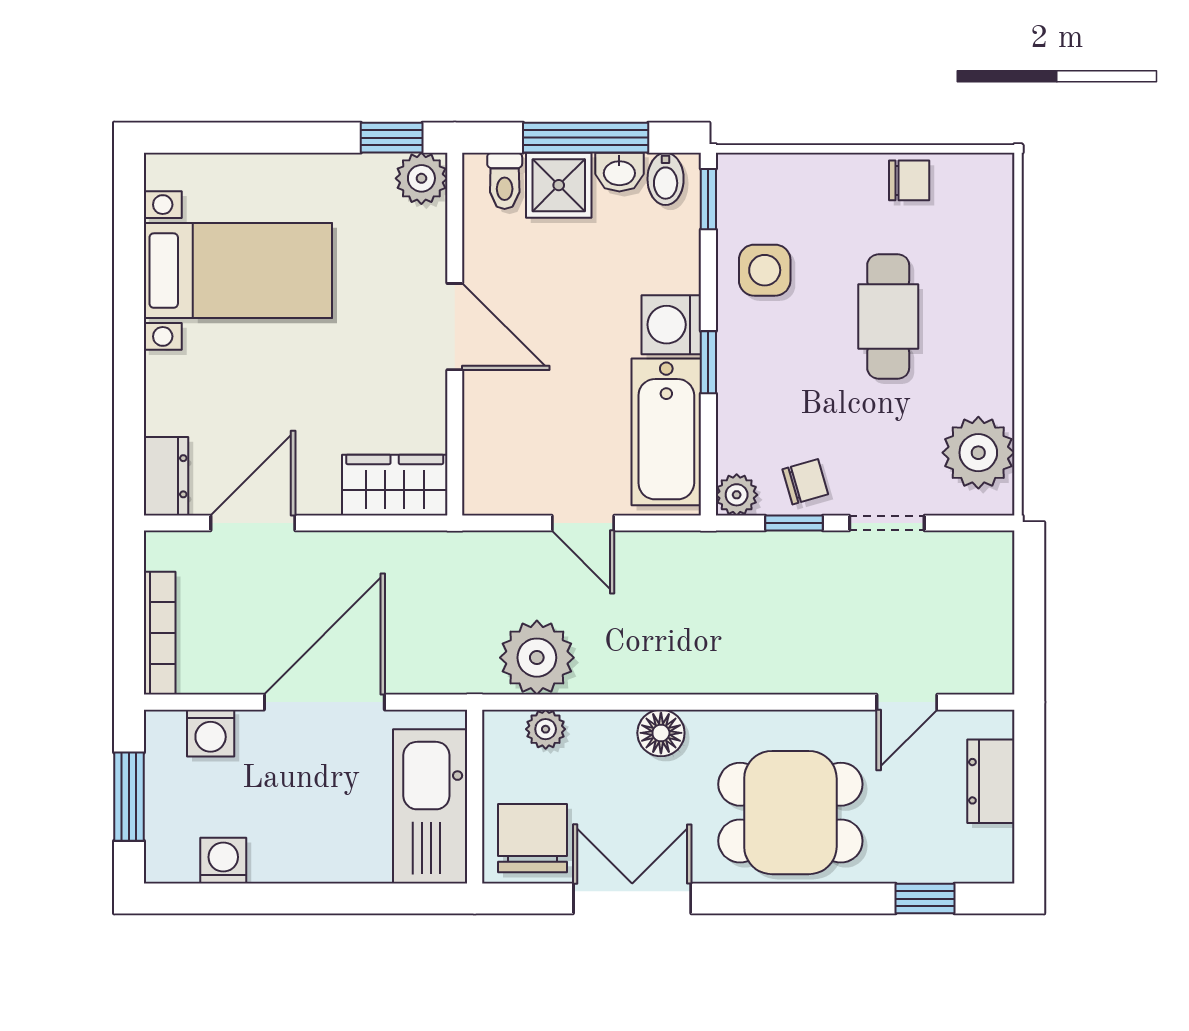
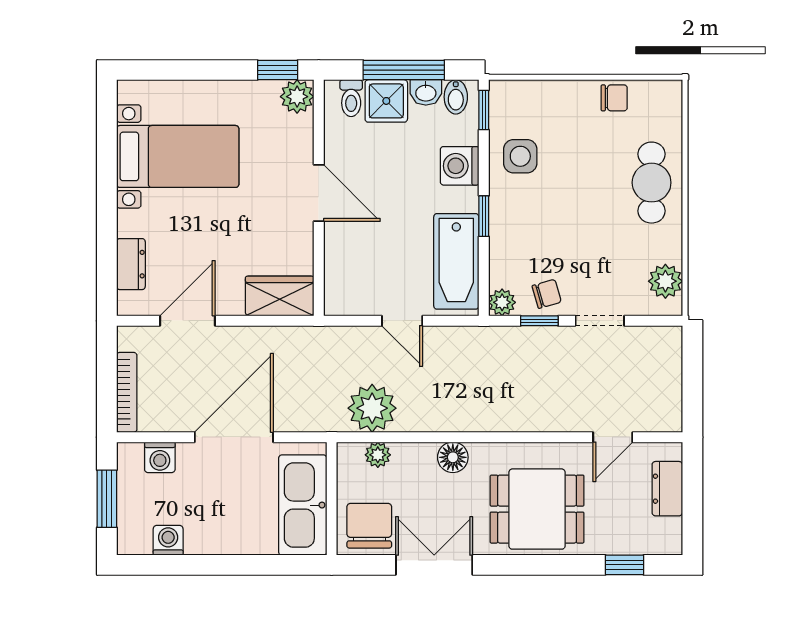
cafe table: (888, 317) -> (652, 183), moved
washing machine: (671, 325) -> (460, 166), moved
plant: (978, 453) -> (665, 281), width x0.73, depth x0.73
dresser: (166, 476) -> (131, 264), moved

